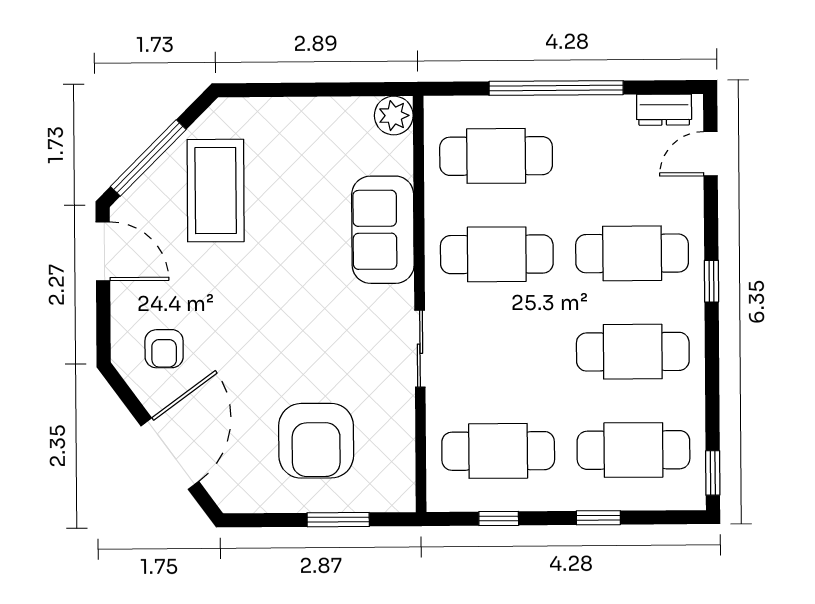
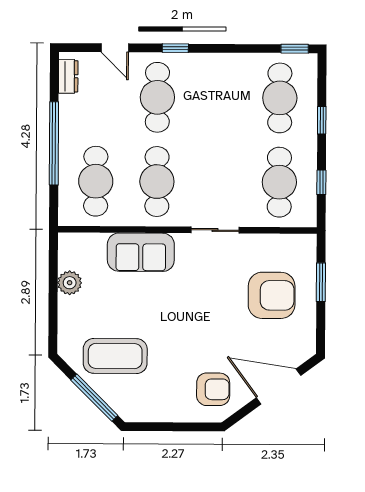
plant: (394, 116) -> (70, 283), moved
door: (711, 154) -> (115, 48), moved
door: (103, 251) -> (152, 427), removed
armchair: (164, 349) -> (213, 389), width x1.38, depth x1.38
cafe table: (633, 352) -> (219, 98), removed

